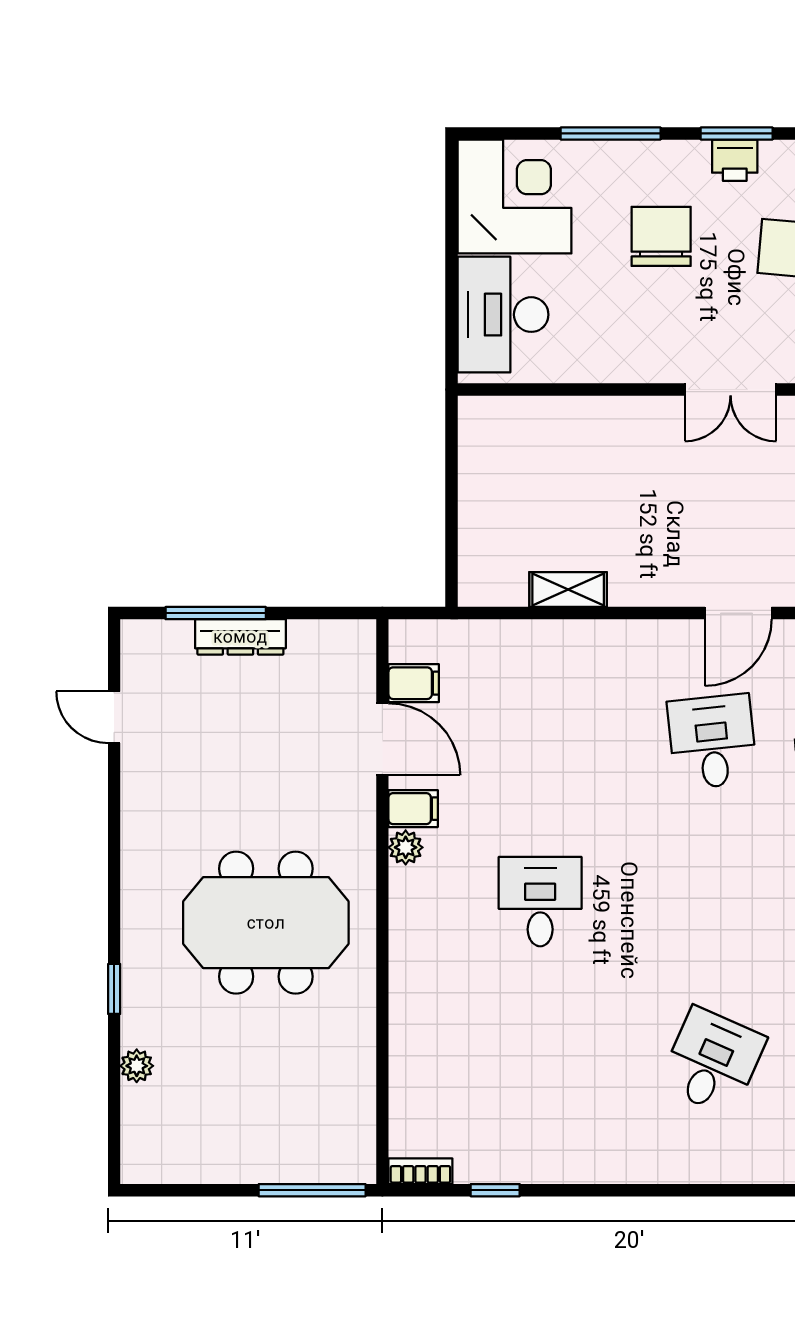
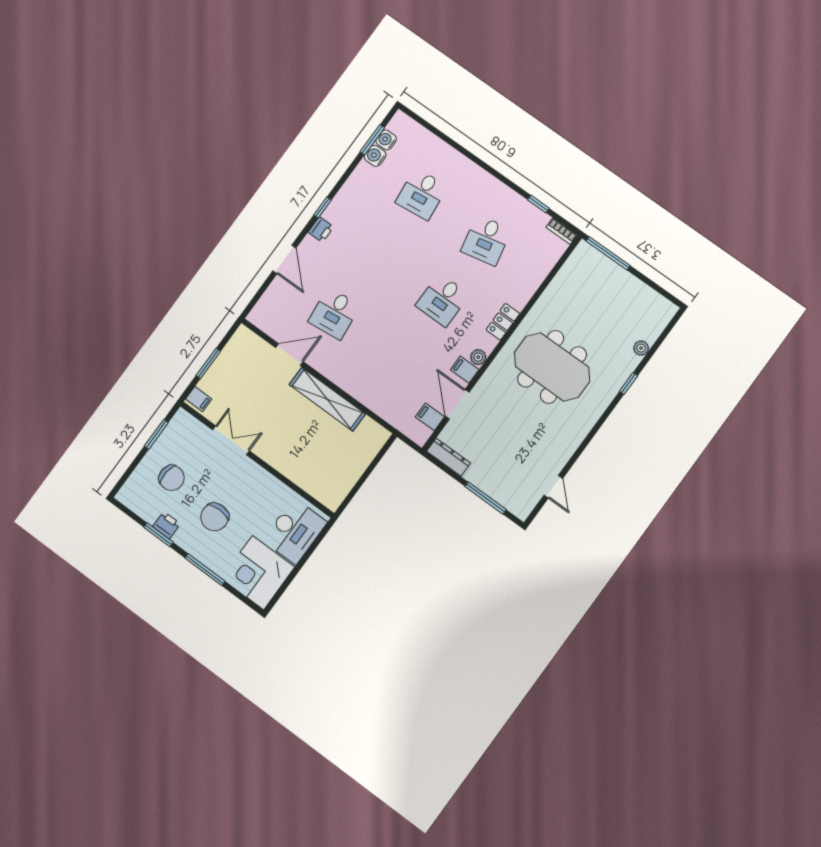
shelving: (568, 590) -> (327, 399), width x2.20, depth x1.33
dresser: (240, 637) -> (448, 457), moved
locker: (408, 940) -> (503, 322), added
desk: (540, 1061) -> (486, 240), added
desk: (712, 1061) -> (422, 194), turned -30

